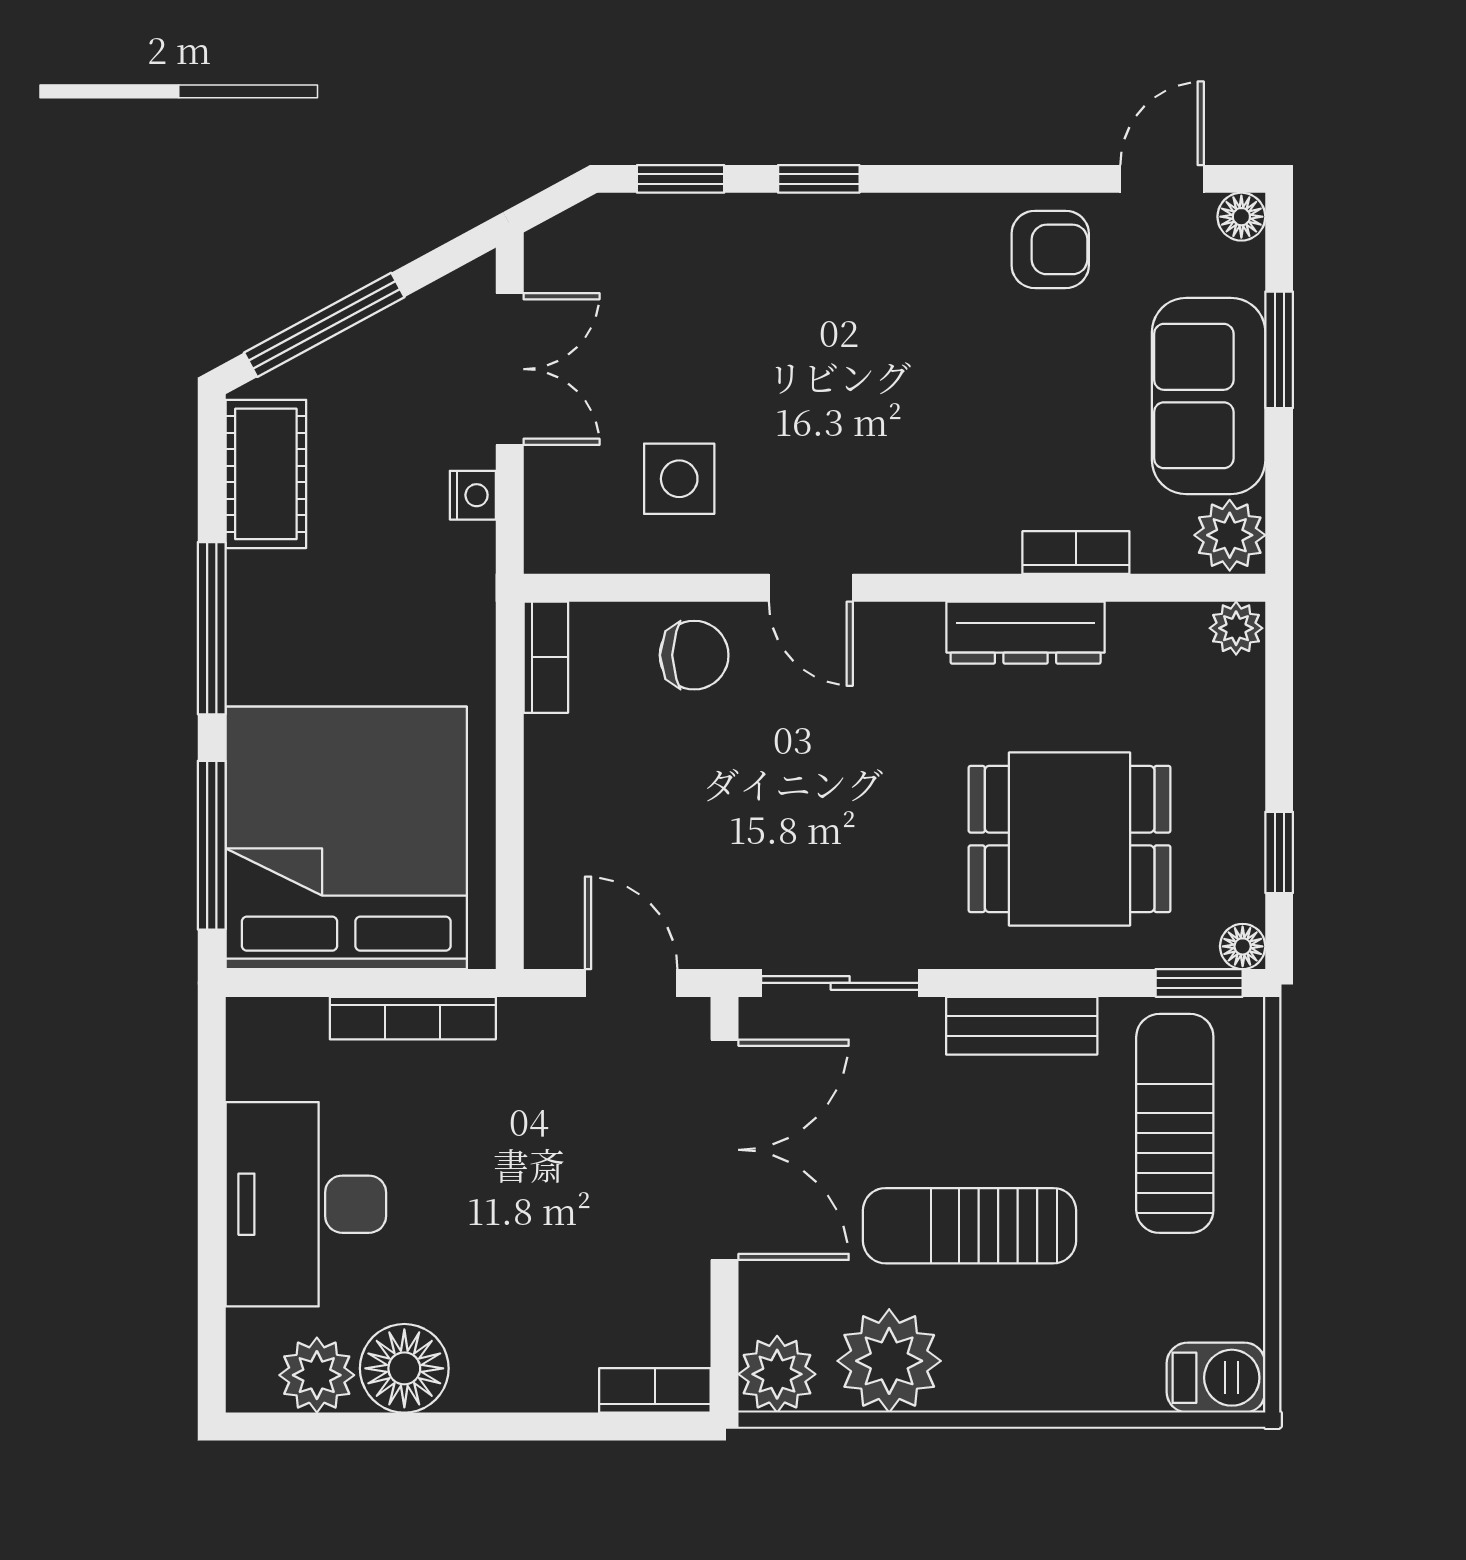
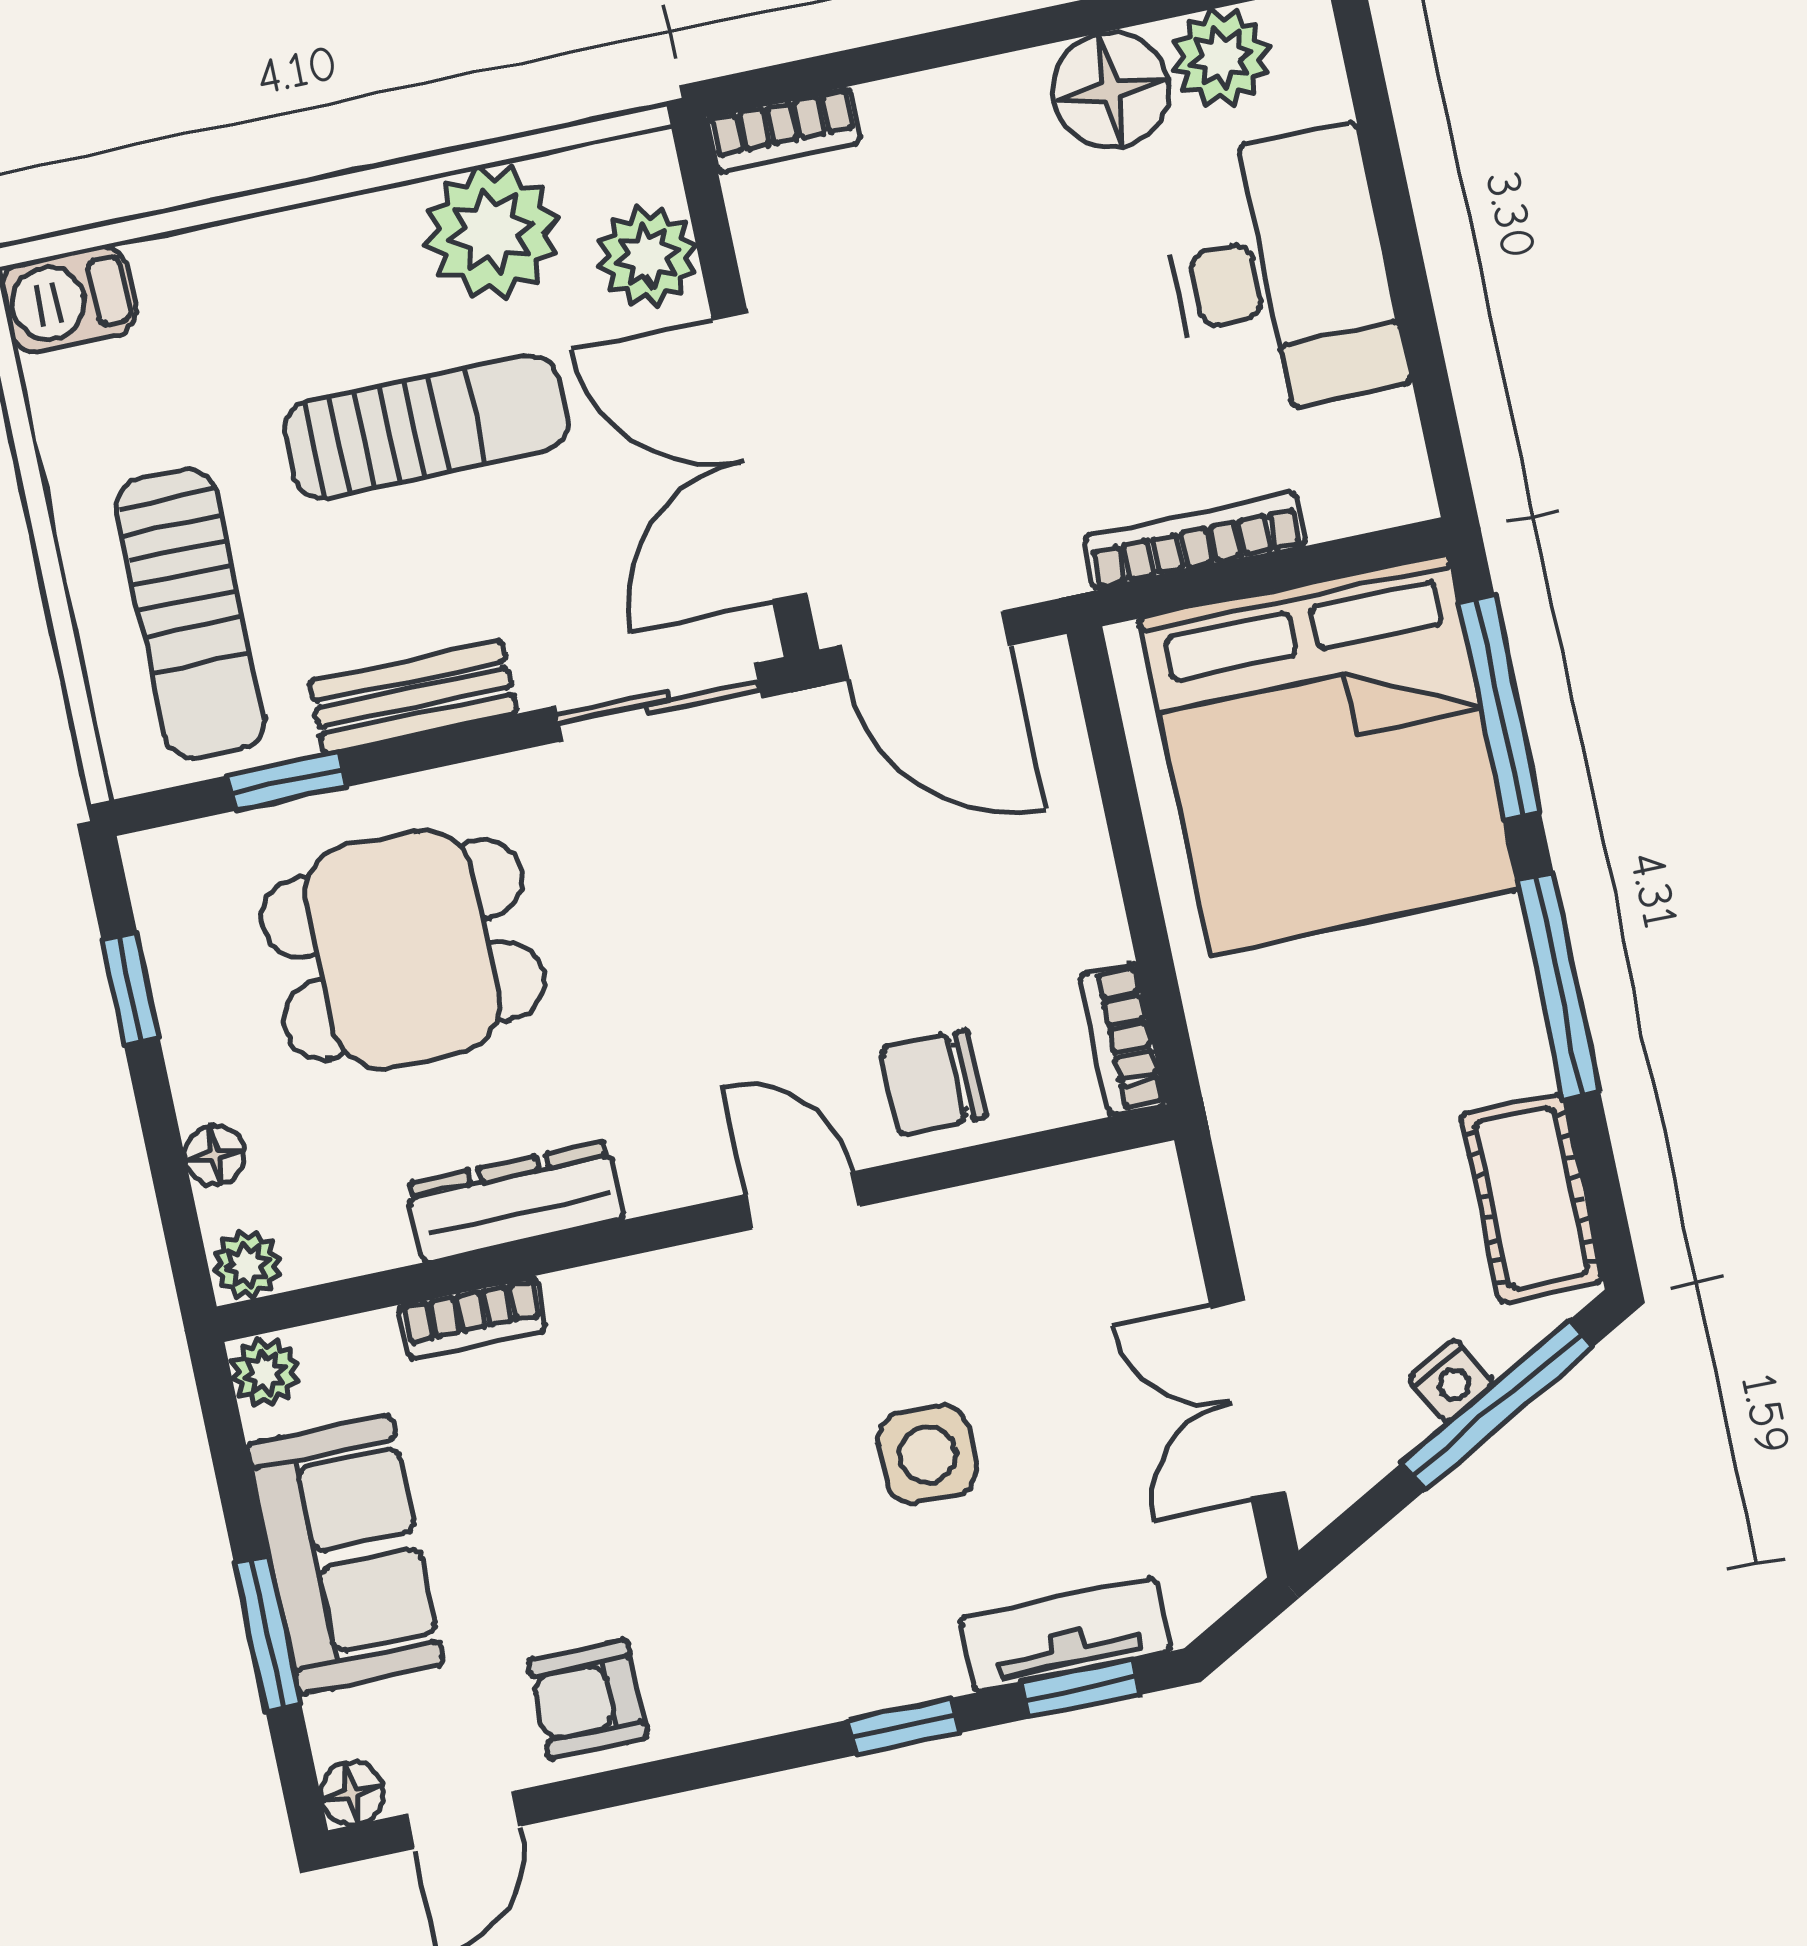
tv unit: (684, 222) -> (1065, 1635), added
side table: (679, 479) -> (927, 1455), moved
nightstand: (473, 495) -> (1451, 1381), moved, turned -118
plant: (1230, 535) -> (265, 1372), width x0.73, depth x0.73
floor lamp: (1243, 946) -> (215, 1155), moved
door: (631, 983) -> (925, 646), width x1.38
window: (1199, 983) -> (287, 781), moved
plant: (777, 1374) -> (647, 256), moved

